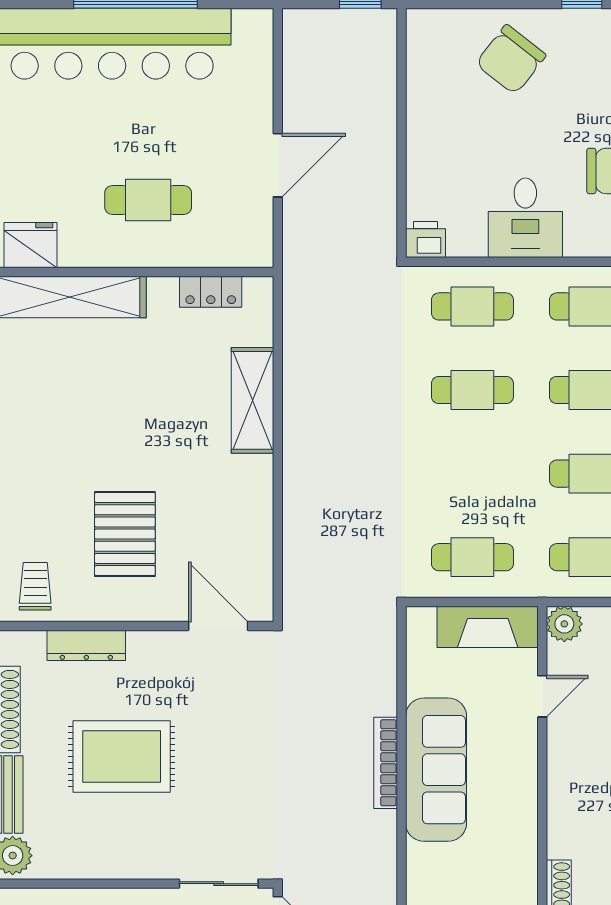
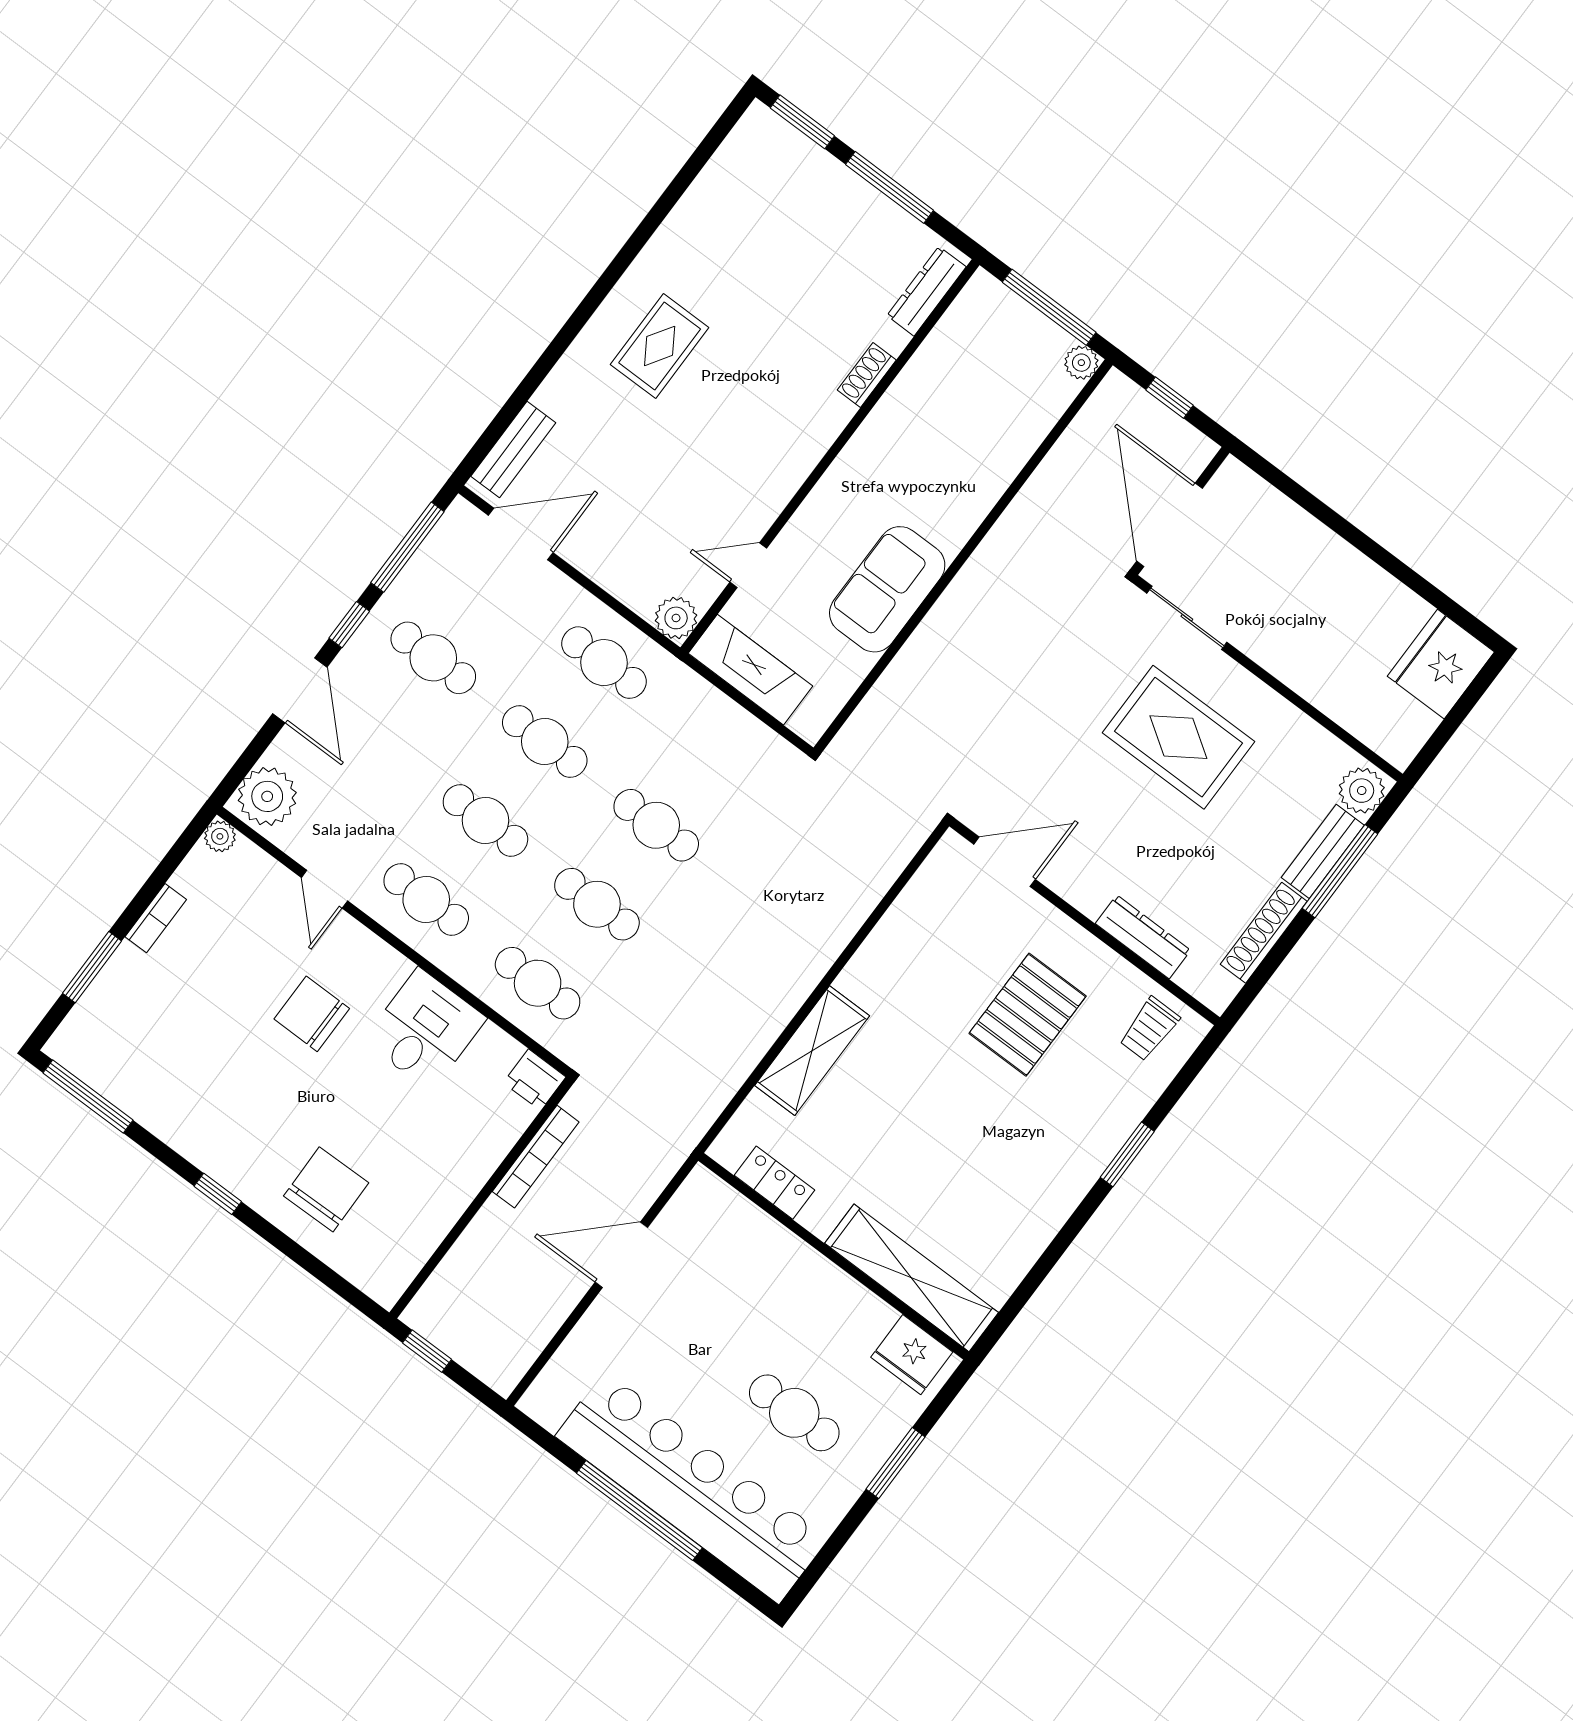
chair: (511, 59) -> (326, 1189), turned -39
cafe table: (148, 200) -> (794, 1413), moved
cafe table: (472, 557) -> (656, 825), moved
door: (218, 626) -> (1005, 862), swing flipped
rug: (122, 757) -> (1178, 737), moved
bookcase: (386, 763) -> (536, 1157), moved
sofa: (436, 770) -> (887, 589), width x0.73

